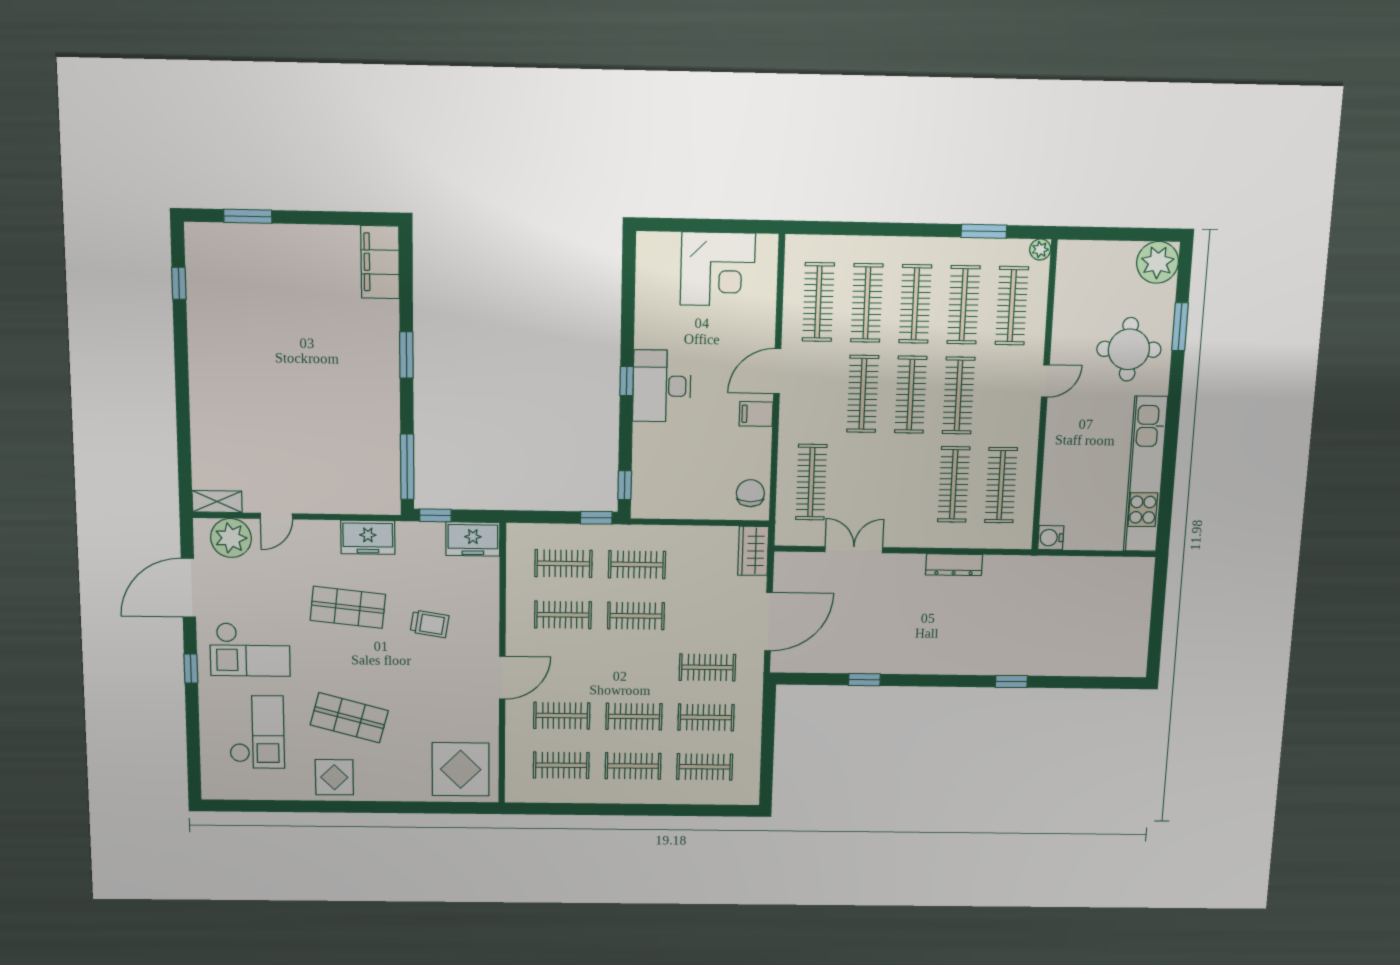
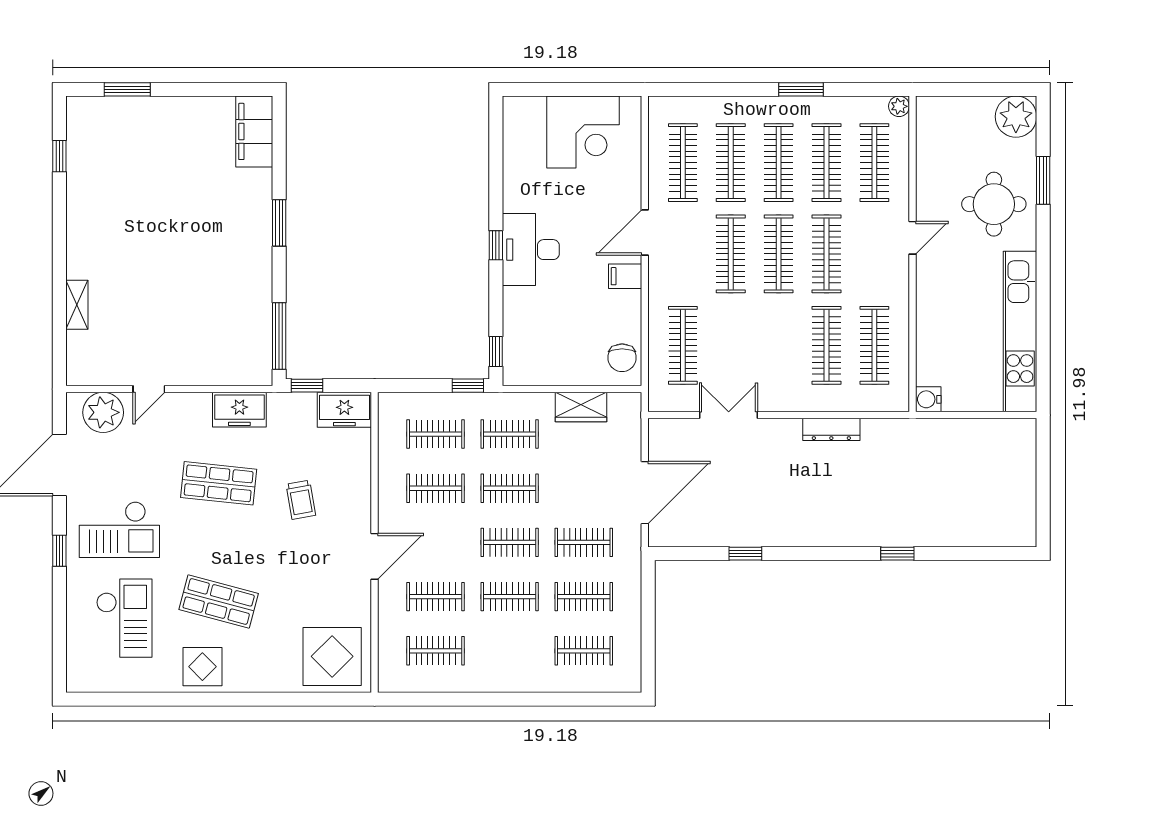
window: (984, 231) -> (801, 89), moved
chair: (750, 493) -> (622, 358), turned 180
shelving: (217, 502) -> (77, 305), moved, turned 90
wardrobe: (753, 551) -> (581, 407), moved, turned -90
trolley: (430, 624) -> (301, 500), turned 71
clothes rail: (633, 766) -> (510, 542), moved

